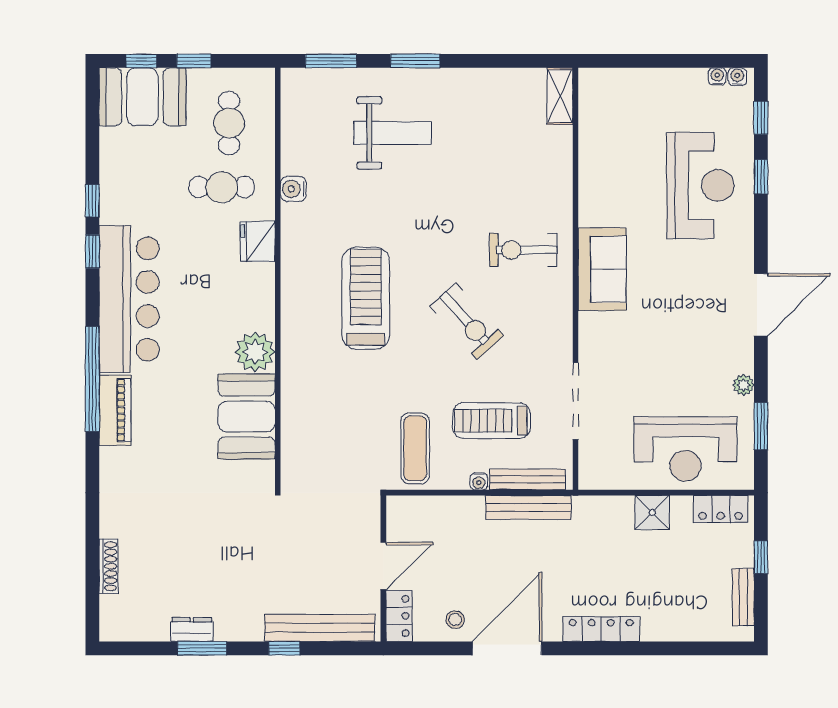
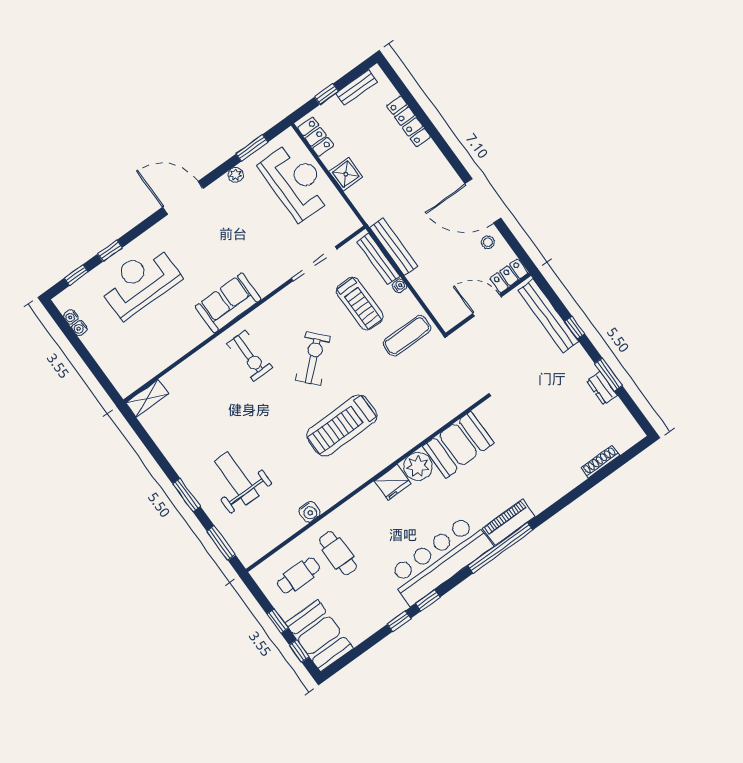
water cooler: (737, 77) -> (79, 328), moved
fridge: (258, 242) -> (393, 482), moved
locker: (601, 629) -> (409, 122), moved

